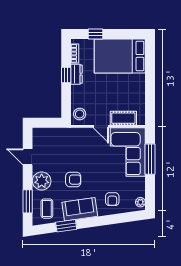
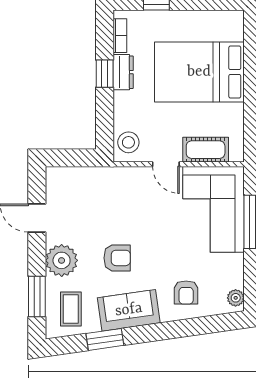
bed: (120, 56) -> (199, 72), moved

